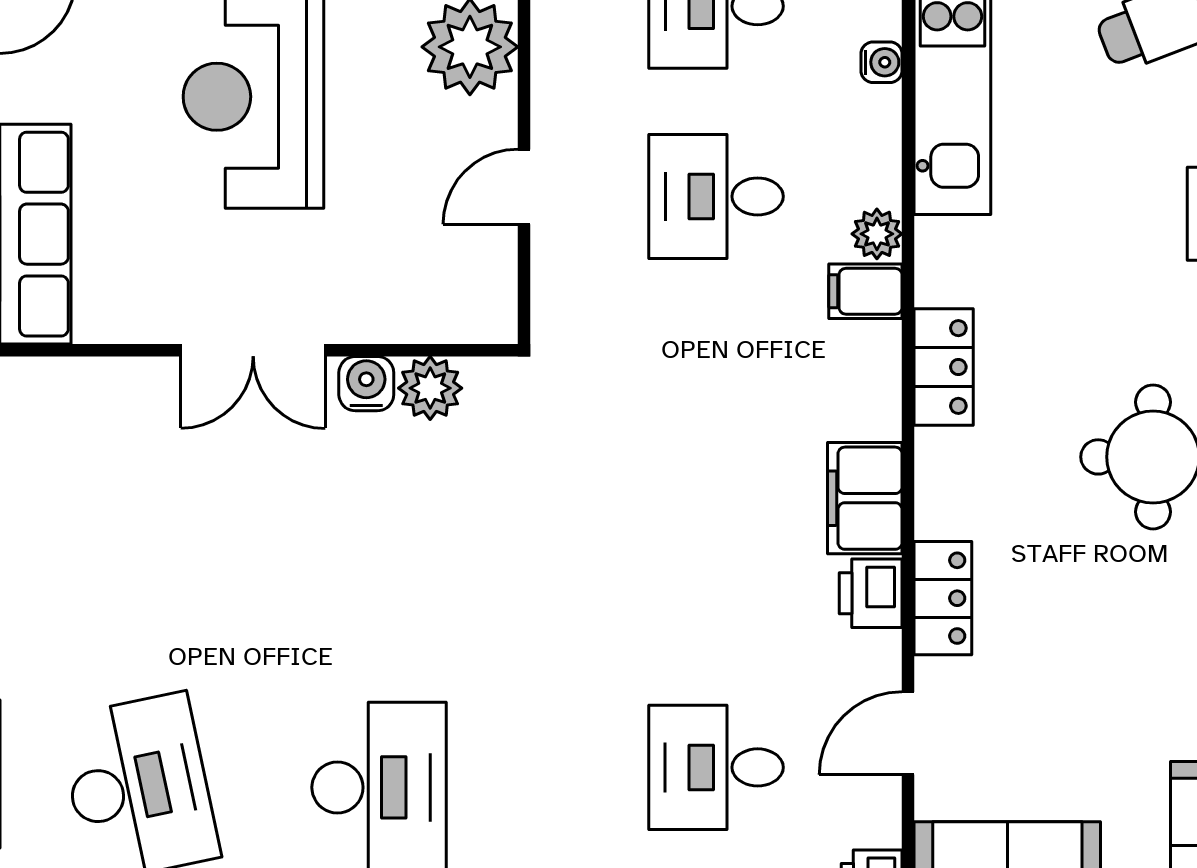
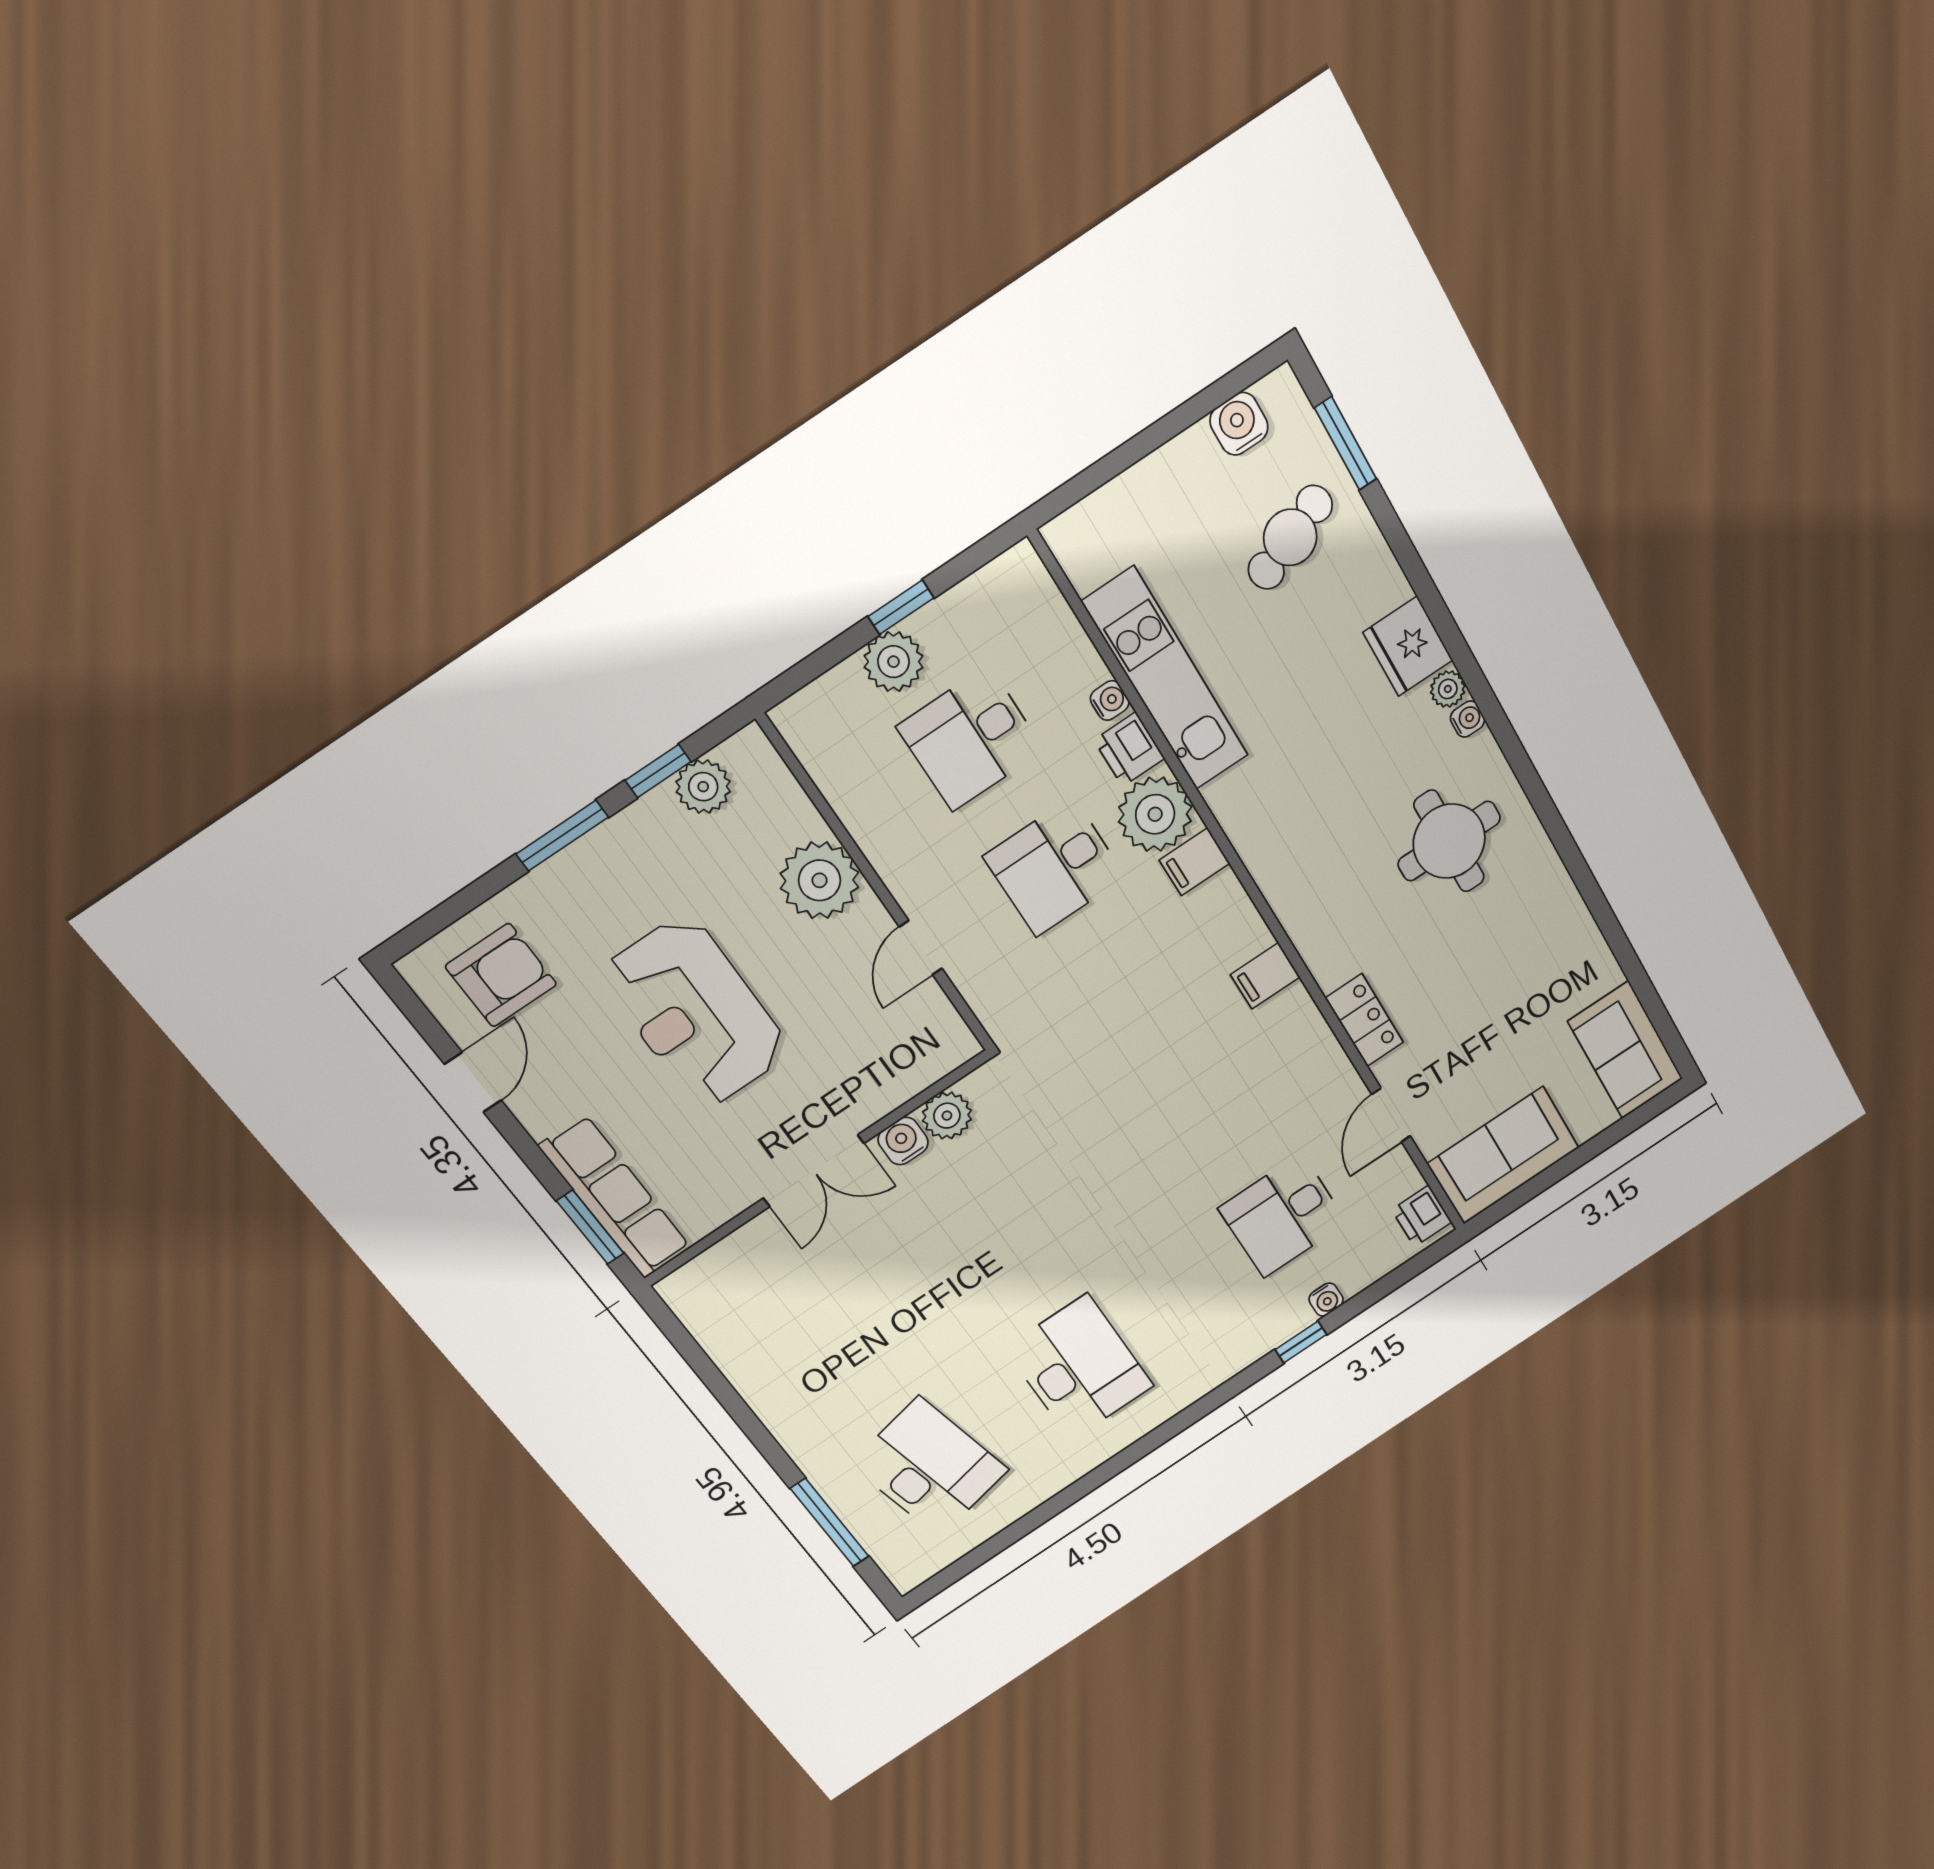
plant: (877, 234) -> (1155, 814), width x1.87, depth x1.87
locker: (944, 367) -> (1277, 876), removed
filing cabinet: (865, 498) -> (1265, 976), width x0.50
printer: (871, 593) -> (1129, 749), moved

